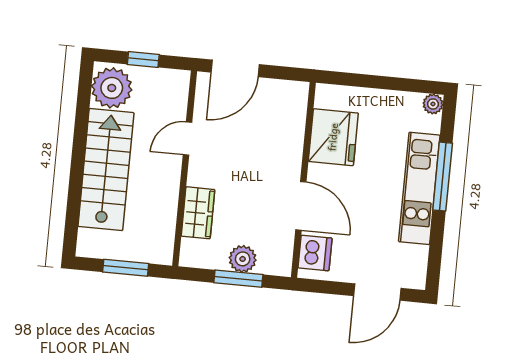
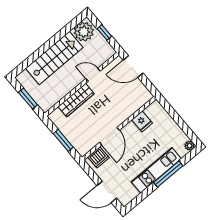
fridge: (333, 137) -> (142, 121), width x0.53, depth x0.75
wardrobe: (198, 213) -> (76, 100), width x1.50
plant: (243, 259) -> (71, 135), removed

